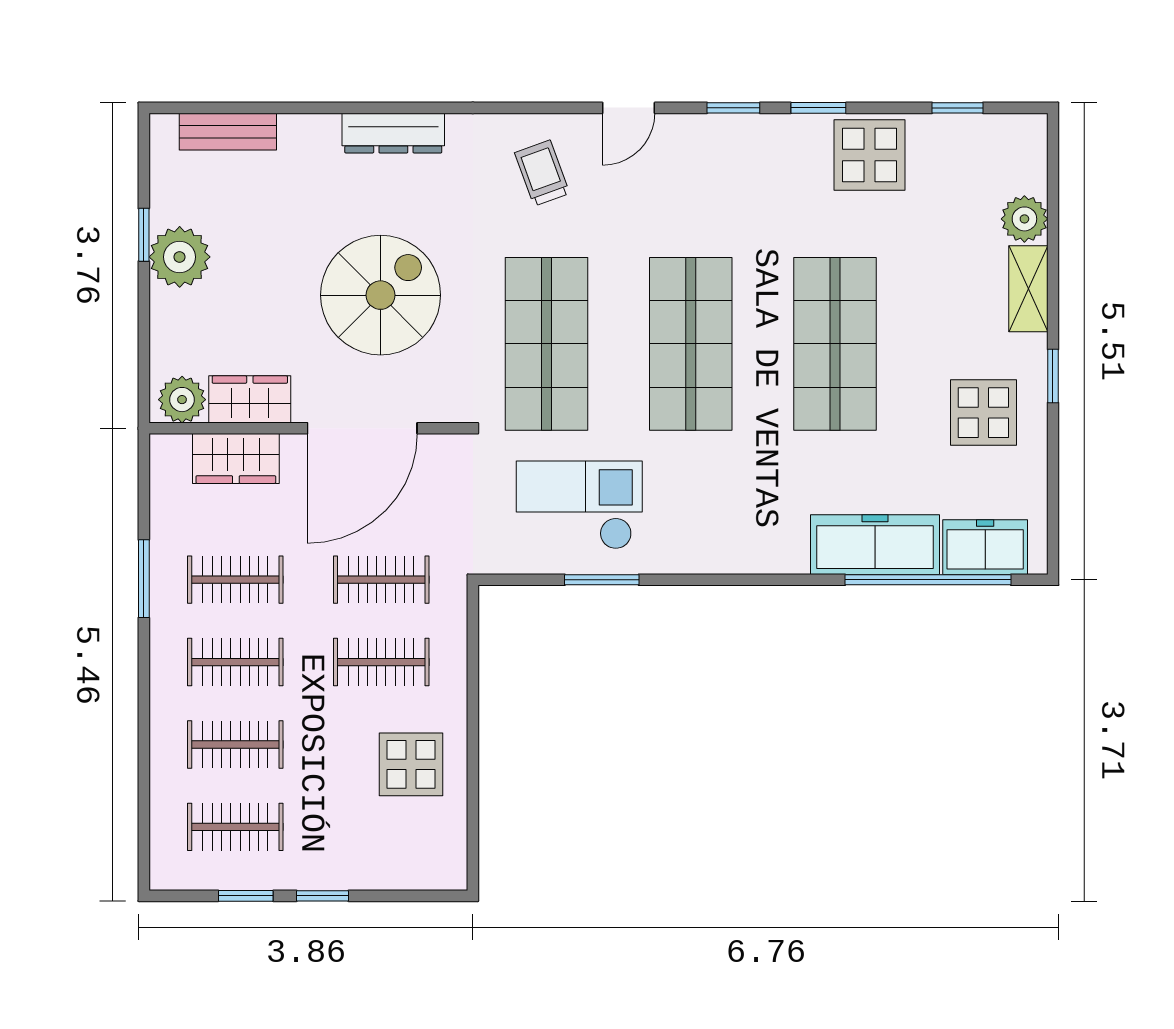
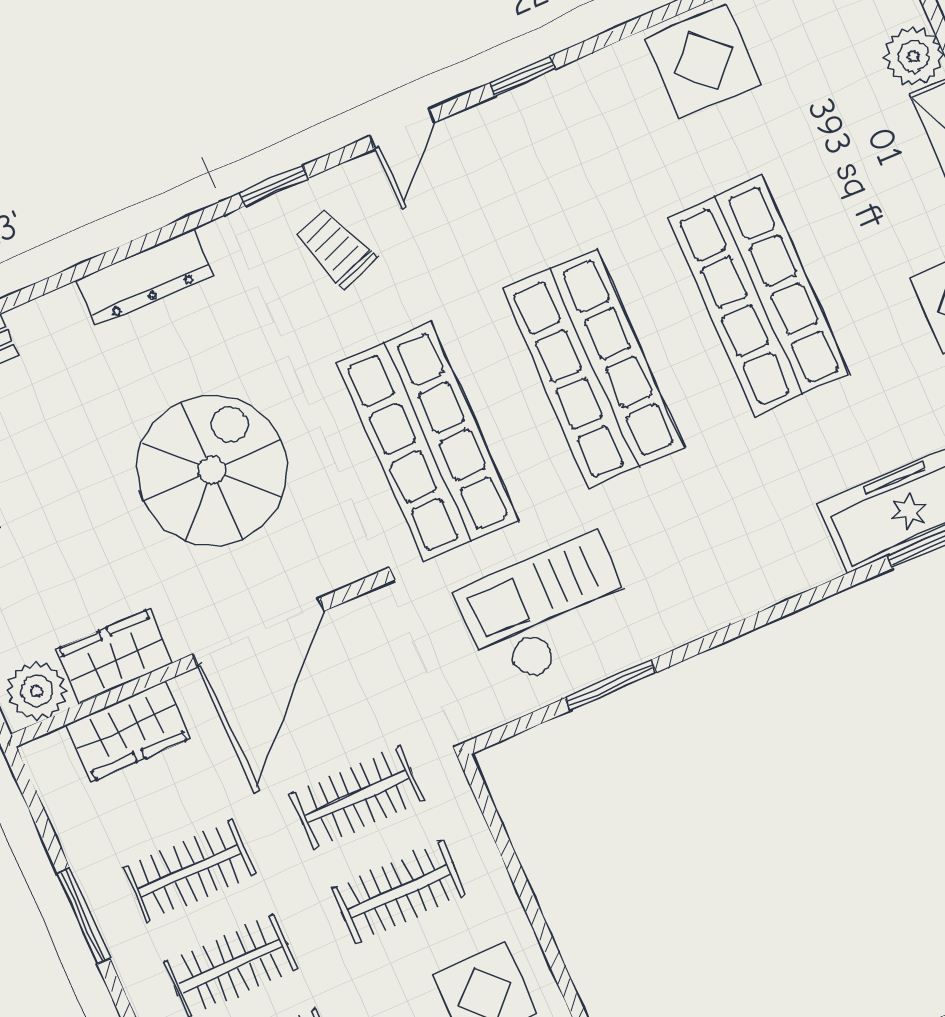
window: (818, 108) -> (274, 186), moved

